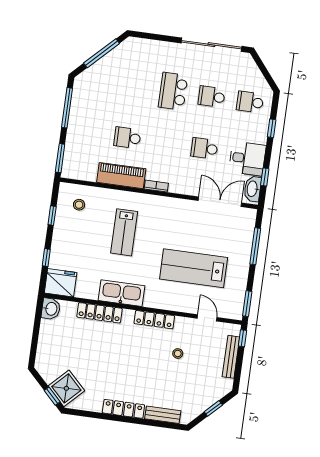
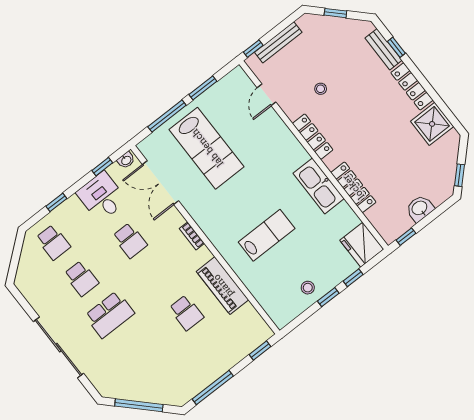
sliding door: (212, 45) -> (58, 348), moved
window: (60, 158) -> (260, 351), width x0.67
bookcase: (156, 186) -> (192, 236), moved
washbasin: (253, 189) -> (126, 160), width x0.52, depth x0.69
stool: (79, 205) -> (308, 288), moved
window: (52, 216) -> (328, 297), moved
lab bench: (194, 268) -> (207, 148), moved
window: (247, 304) -> (203, 88), moved
washbasin: (51, 309) -> (420, 208), moved
window: (38, 314) -> (406, 237), added
shower: (66, 388) -> (432, 124), moved, turned 45
window: (52, 396) -> (459, 175), moved
window: (156, 423) -> (396, 47), added

